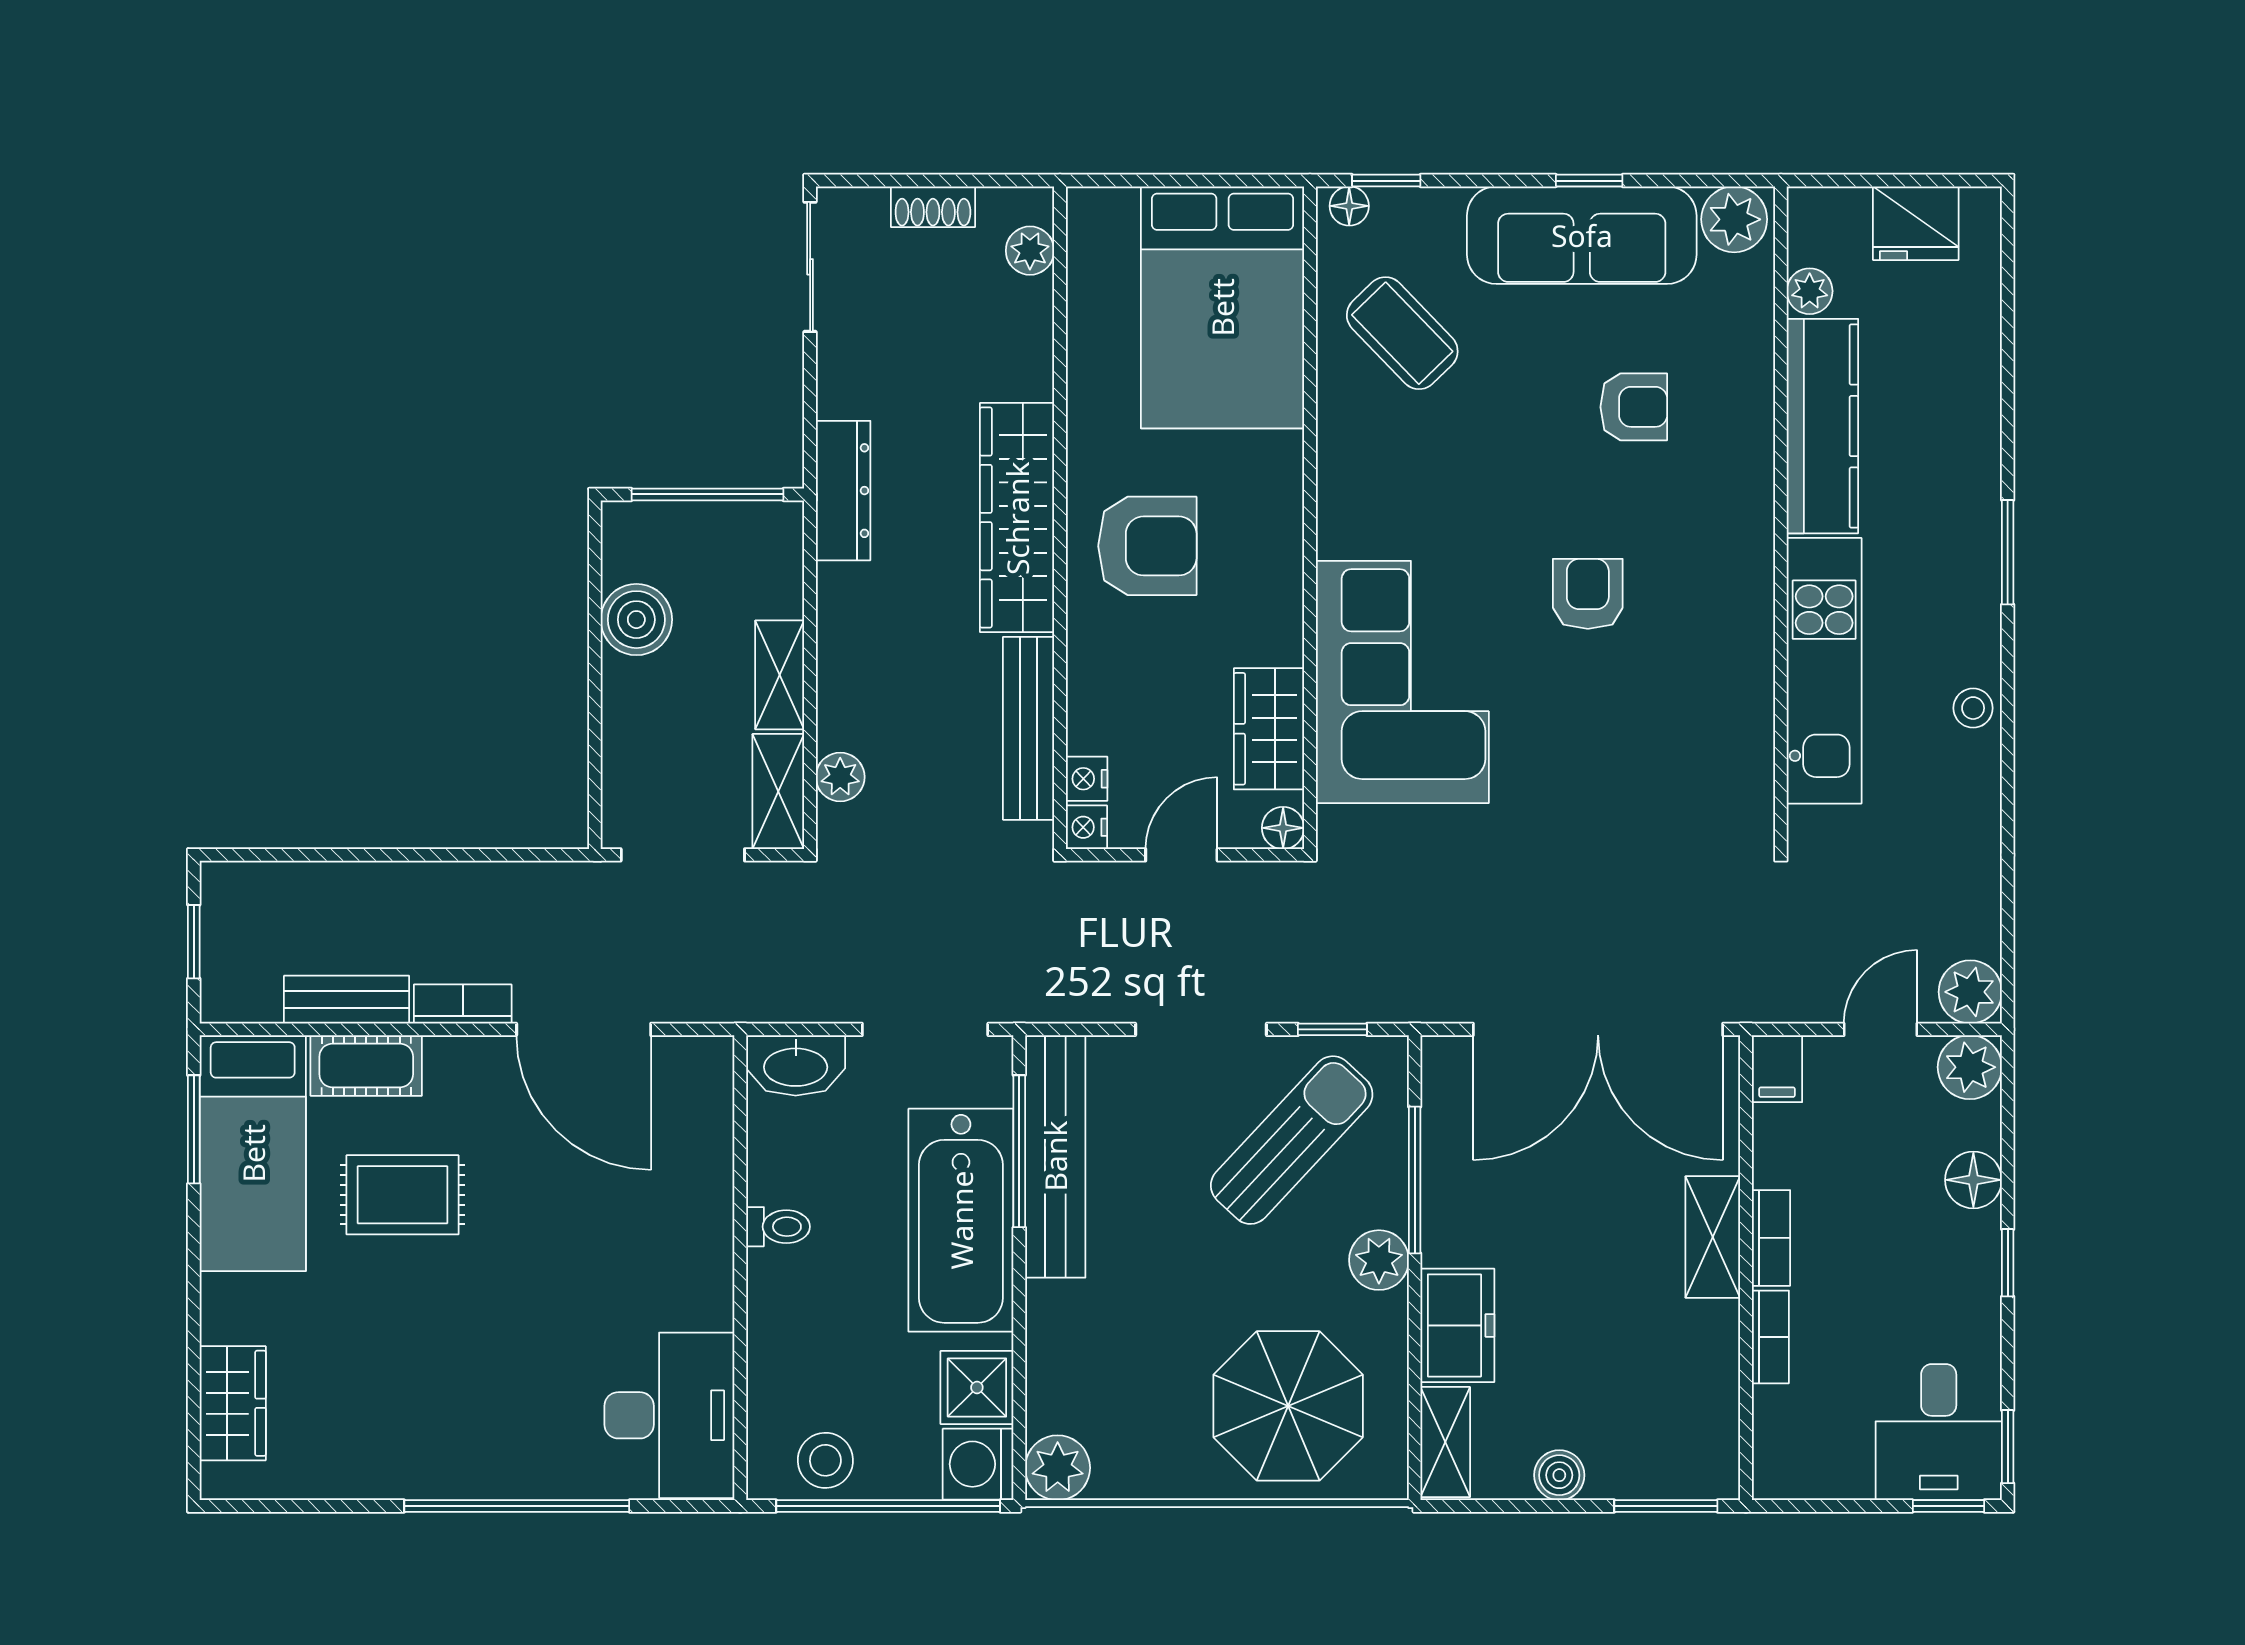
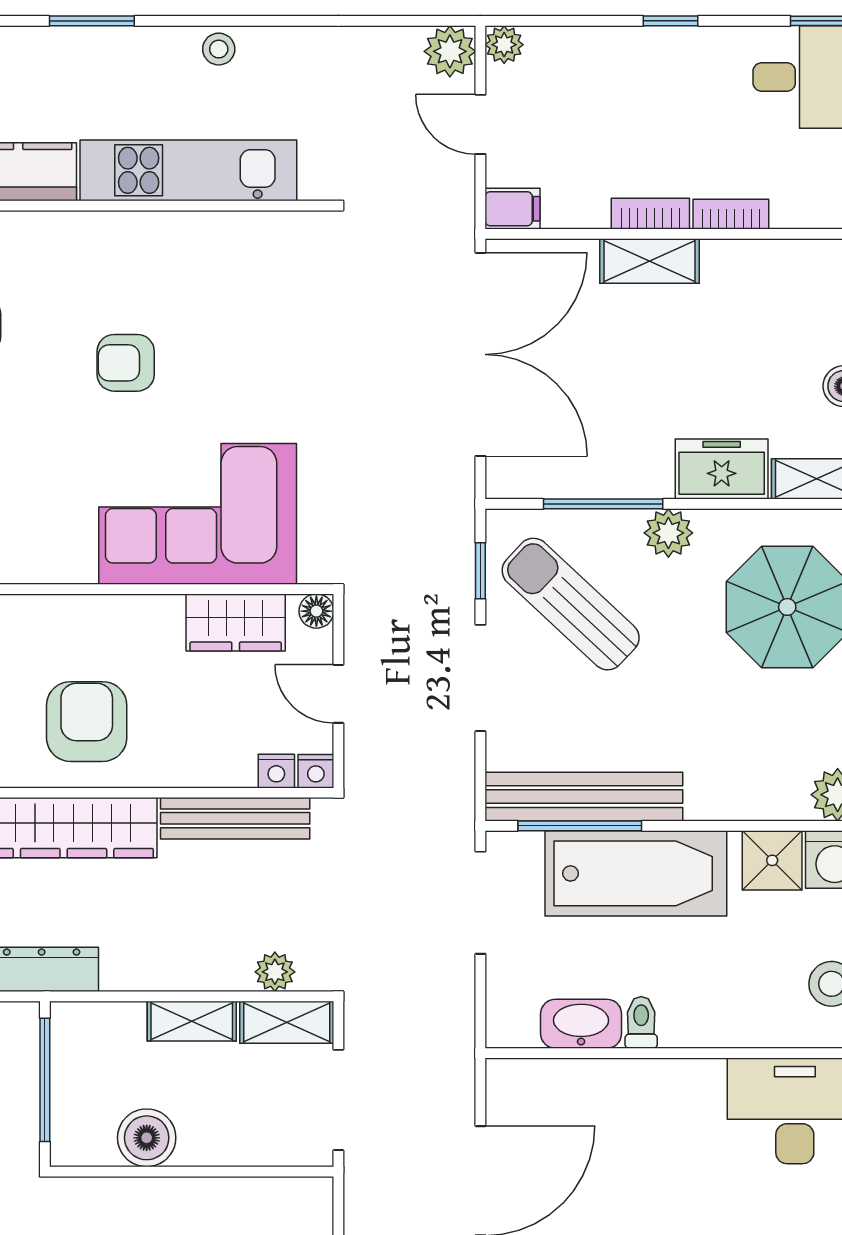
washbasin: (796, 1065) -> (581, 1024), moved, turned -90
plant: (1970, 1067) -> (504, 45), width x0.73, depth x0.73
floor lamp: (1973, 1180) -> (603, 49), removed

